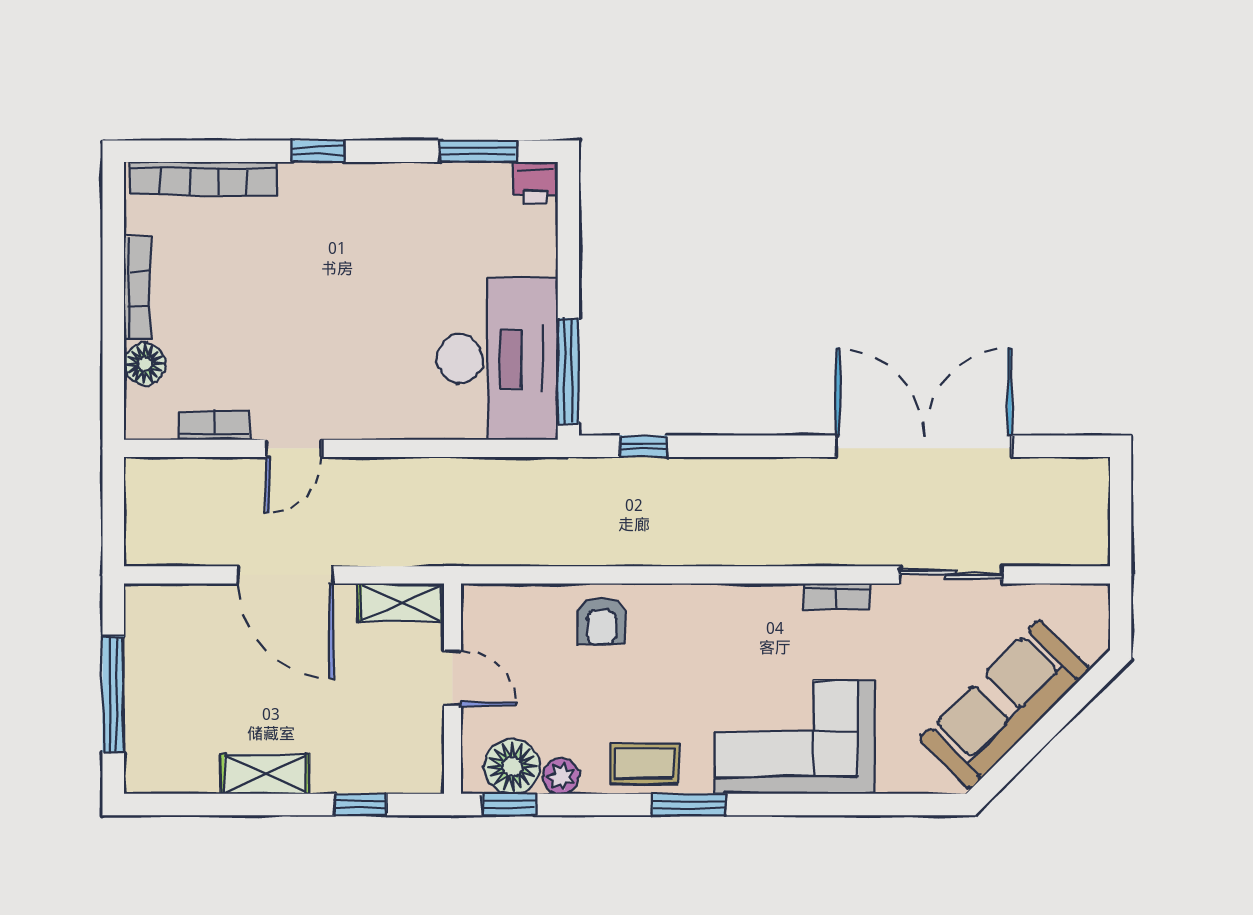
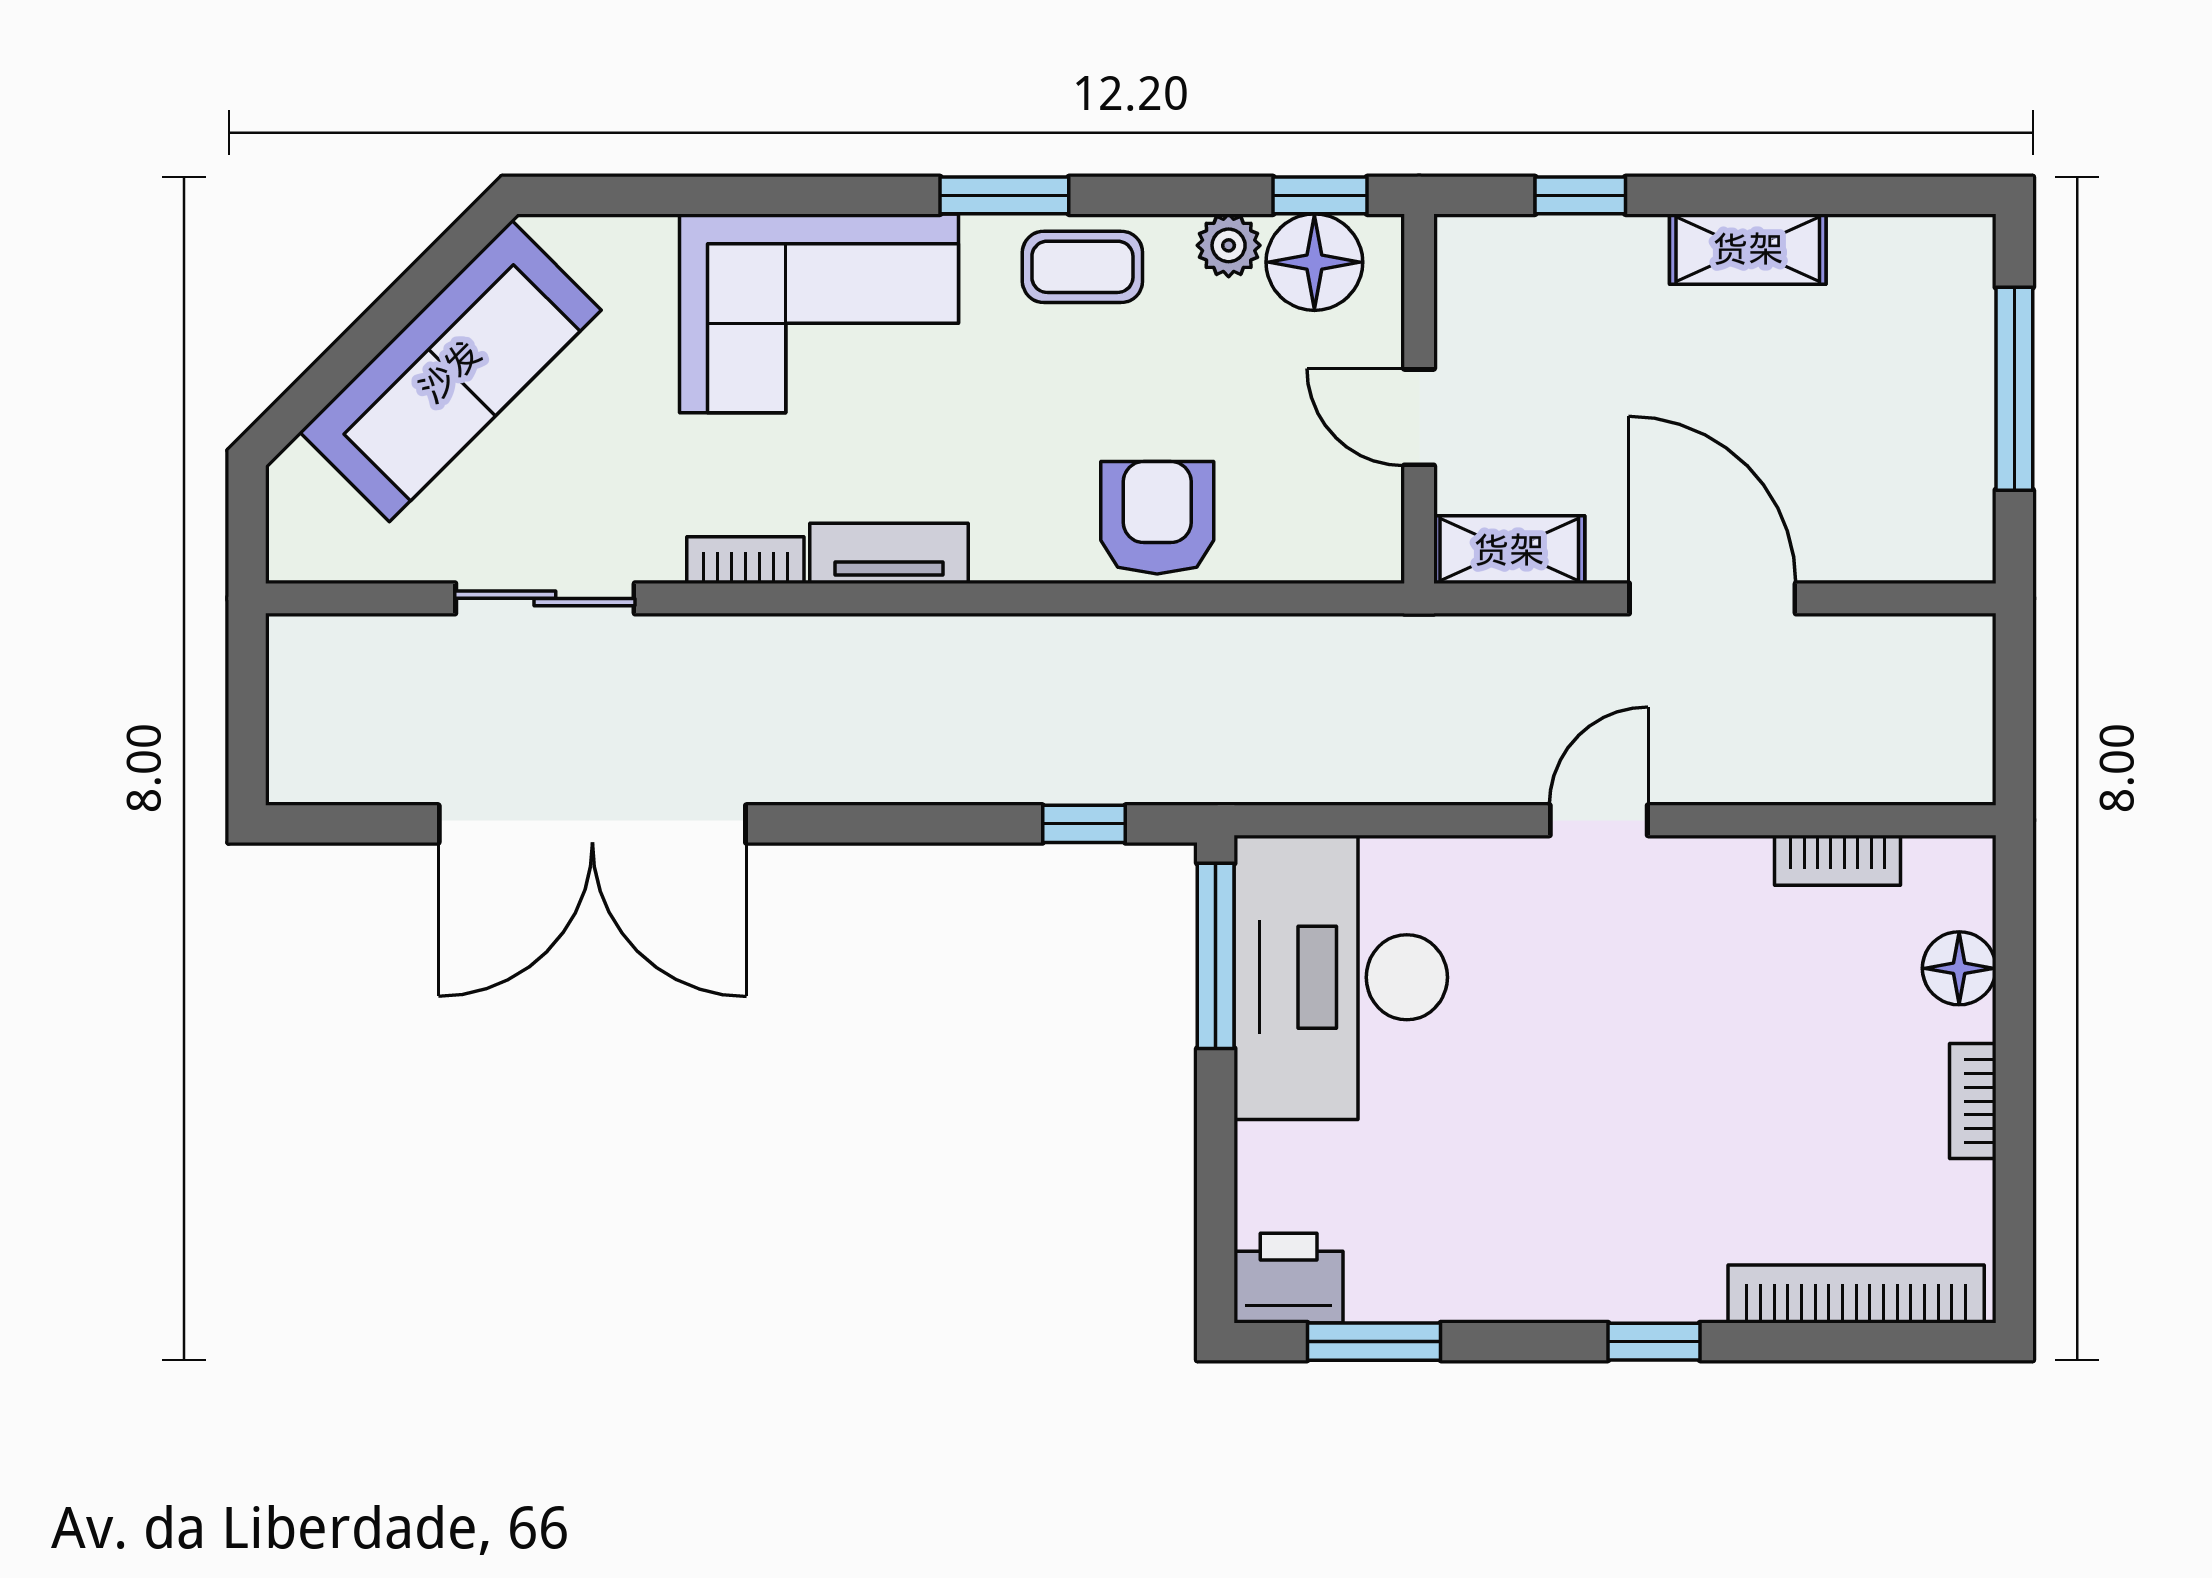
printer: (535, 182) -> (1289, 1278), width x1.36, depth x1.24
bookcase: (137, 288) -> (1973, 1101), width x0.64
door: (294, 448) -> (1599, 820), moved
tv unit: (755, 600) -> (889, 553), added
armchair: (602, 621) -> (1157, 518), width x1.38, depth x1.38

